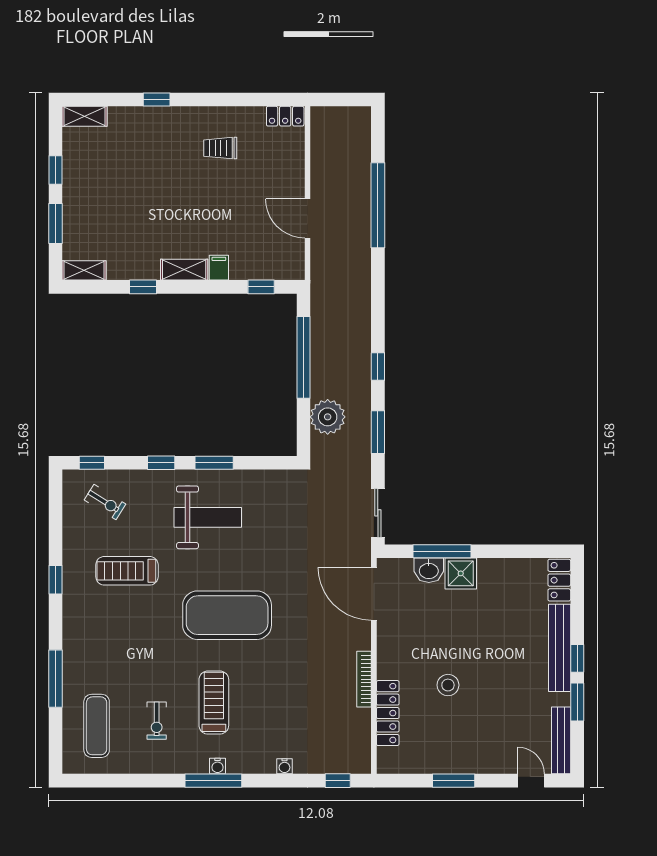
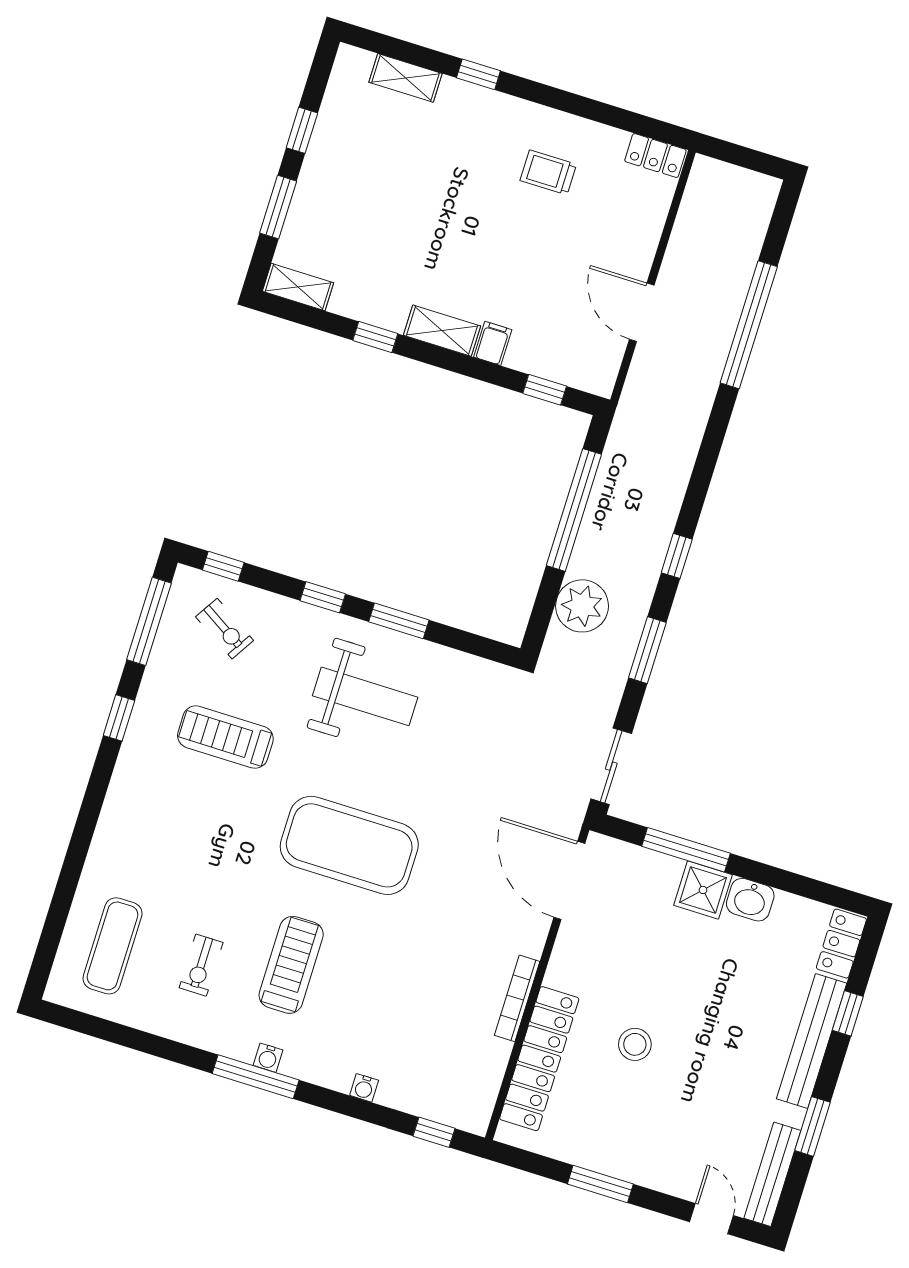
shelving: (85, 116) -> (406, 78), moved
washbasin: (429, 570) -> (750, 900), moved
window: (577, 658) -> (848, 1013), moved
window: (56, 679) -> (149, 621), moved
locker: (388, 713) -> (539, 1059), width x1.41, depth x1.21

